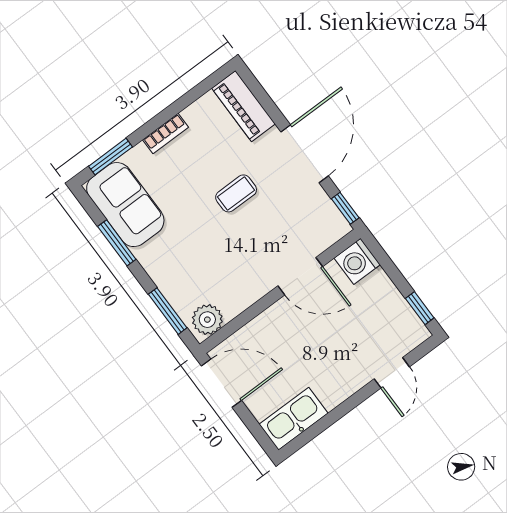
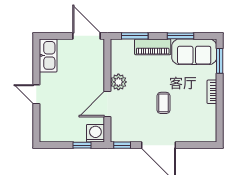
piano: (244, 106) -> (153, 47), moved, turned 180
window: (420, 308) -> (82, 145), moved
plant: (207, 320) -> (118, 82), moved
door: (392, 373) -> (36, 94), moved
door: (221, 383) -> (87, 36), swing flipped

